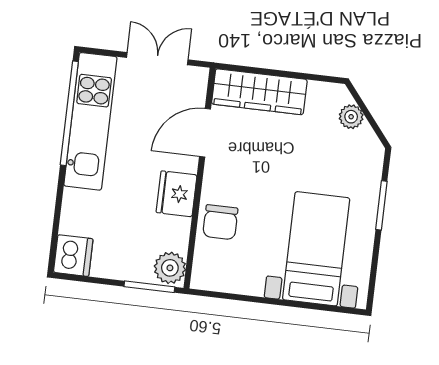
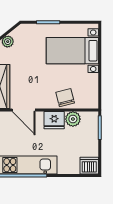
chair: (220, 222) -> (65, 98), turned -104
plant: (170, 268) -> (73, 119), moved

